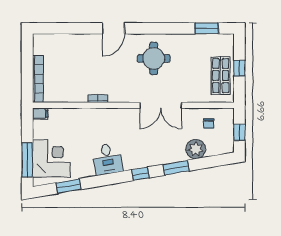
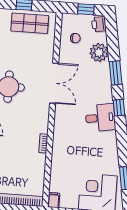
printer: (225, 147) -> (99, 24), added
desk: (107, 159) -> (100, 118), moved

